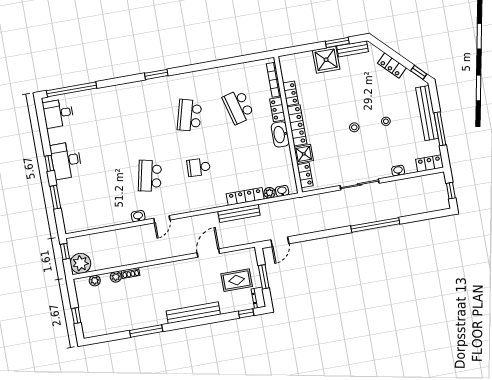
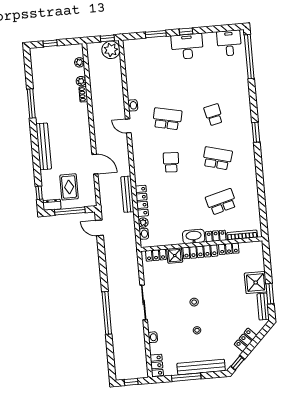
school desk: (141, 124) -> (214, 115), added
plant: (81, 263) -> (111, 50), moved
window: (264, 277) -> (70, 211), width x1.44

